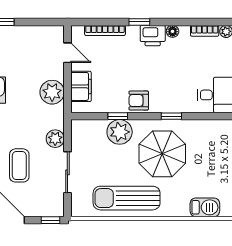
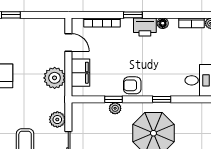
plant: (120, 132) -> (115, 108), width x0.53, depth x0.53

